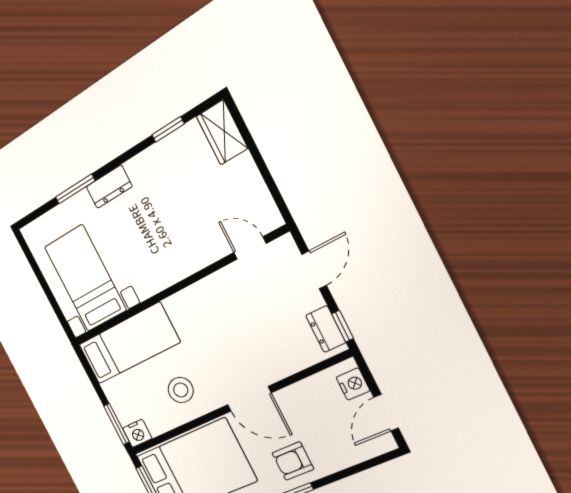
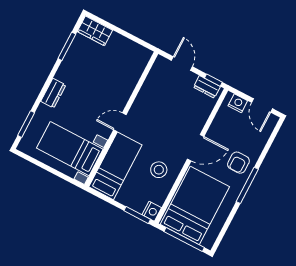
window: (168, 129) -> (67, 46), width x1.50
window: (75, 189) -> (26, 124), moved
door: (250, 248) -> (120, 122), moved

